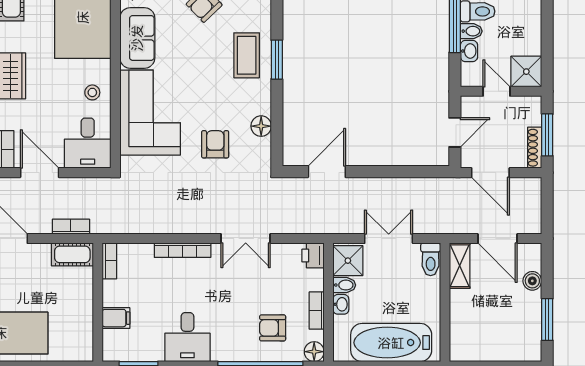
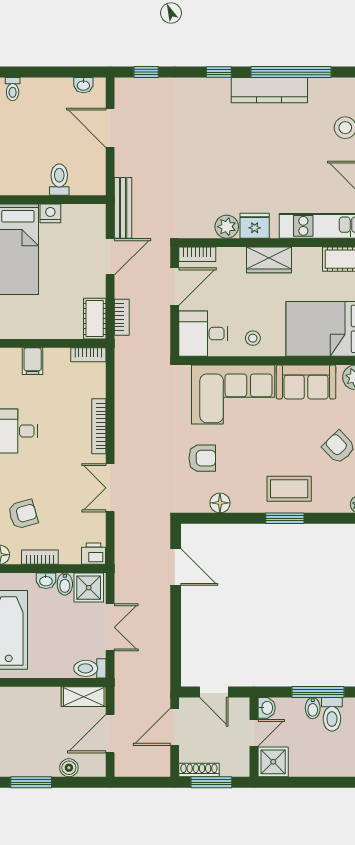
washbasin: (469, 51) -> (267, 708), moved, turned -90
armchair: (273, 328) -> (23, 514), turned 74

